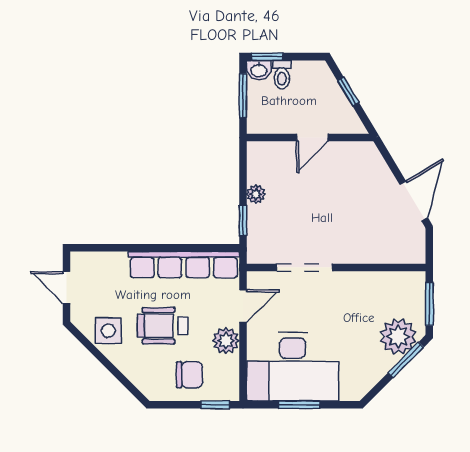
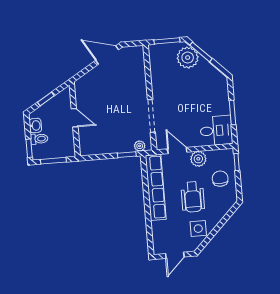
washbasin: (259, 70) -> (35, 126), moved
plant: (256, 194) -> (140, 146), moved
desk: (293, 367) -> (216, 131), width x0.53, depth x0.77

